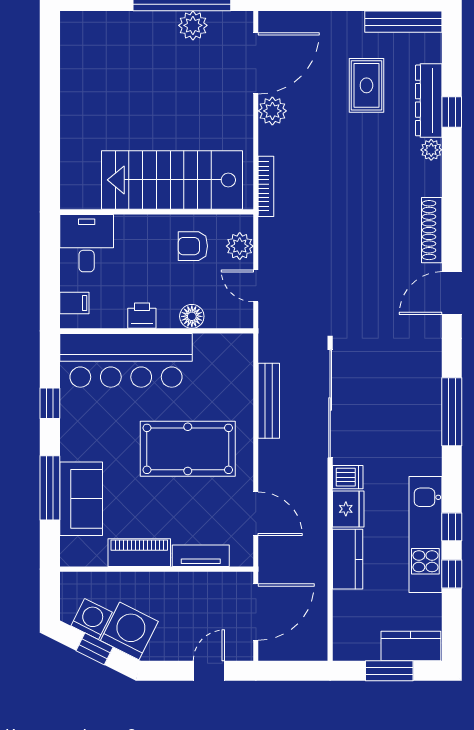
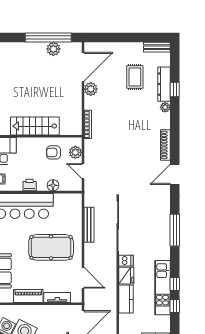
bench: (403, 22) -> (157, 47), width x0.73
stairs: (172, 180) -> (35, 126), width x0.73, depth x0.66

